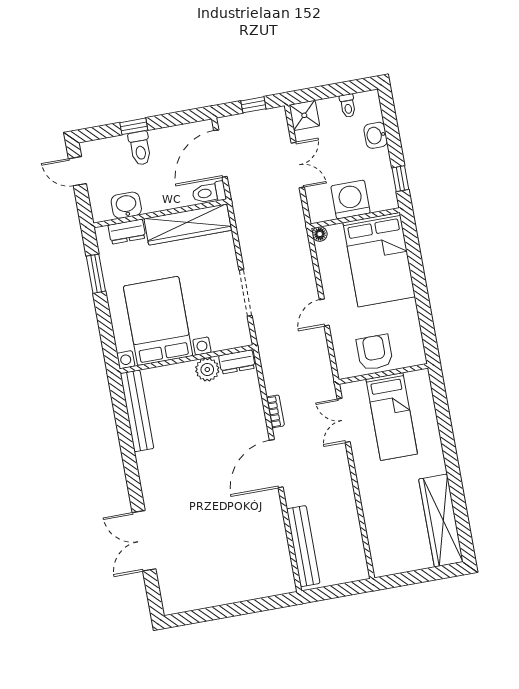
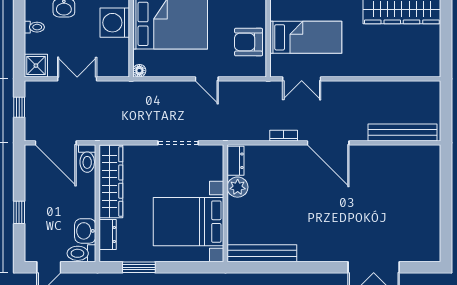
toilet: (140, 148) -> (81, 253), moved, turned 180
washing machine: (351, 200) -> (115, 23), moved

